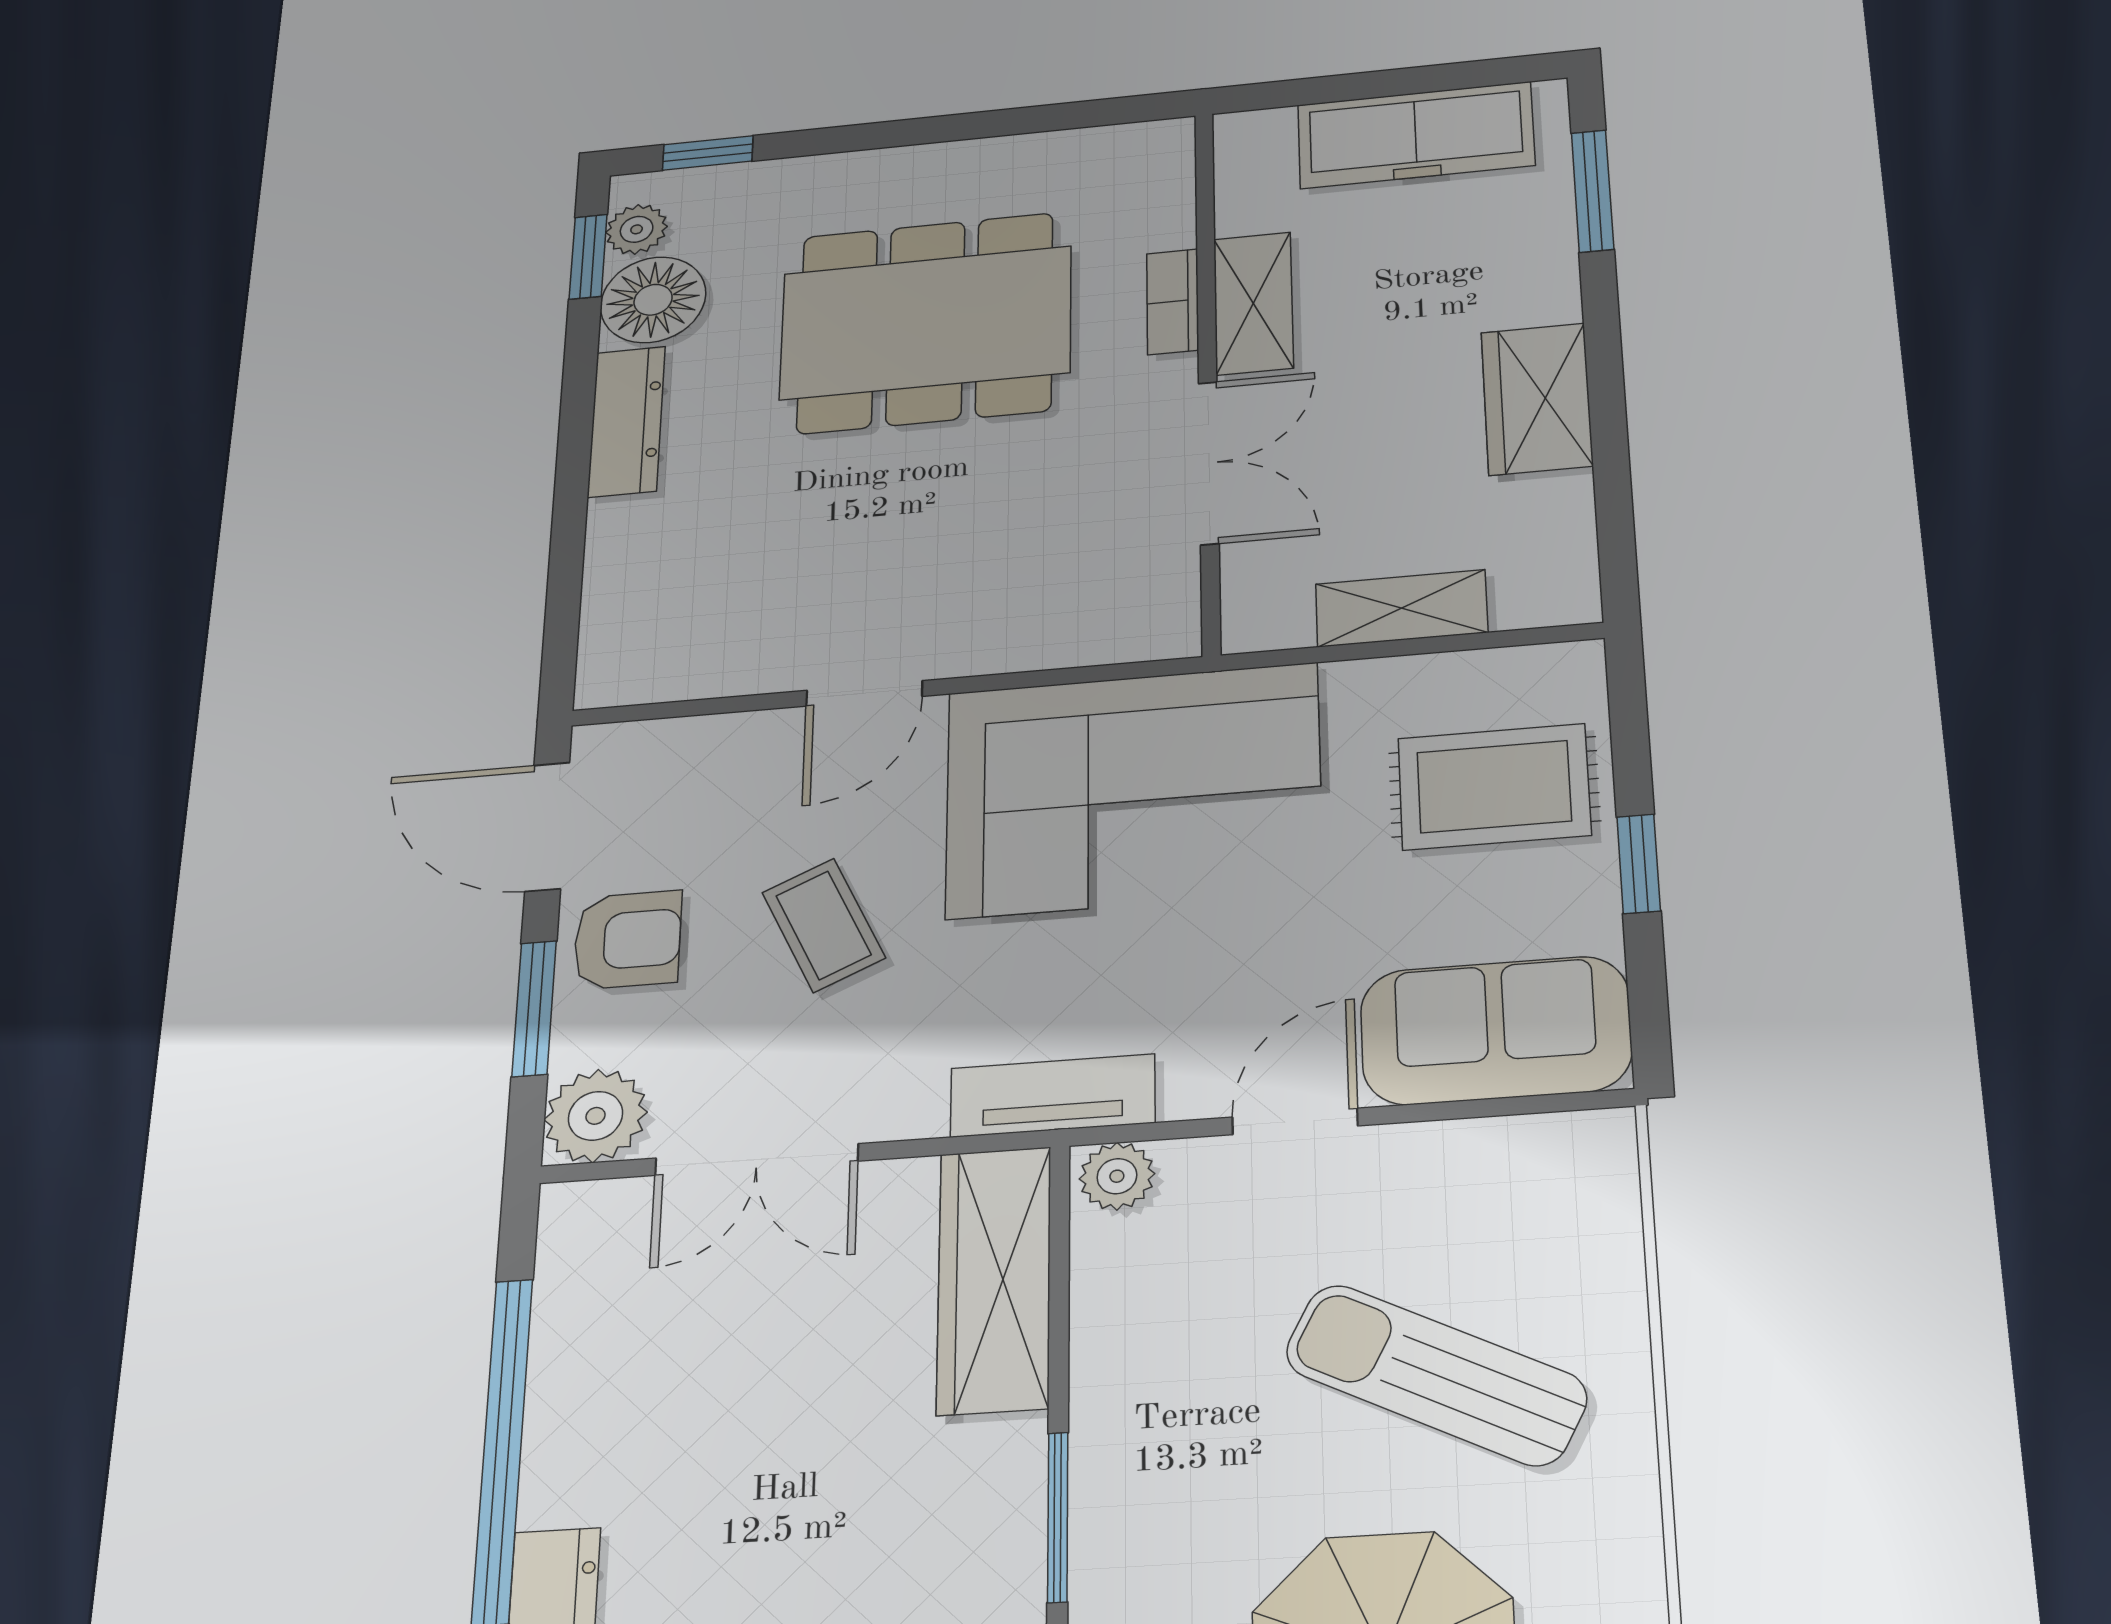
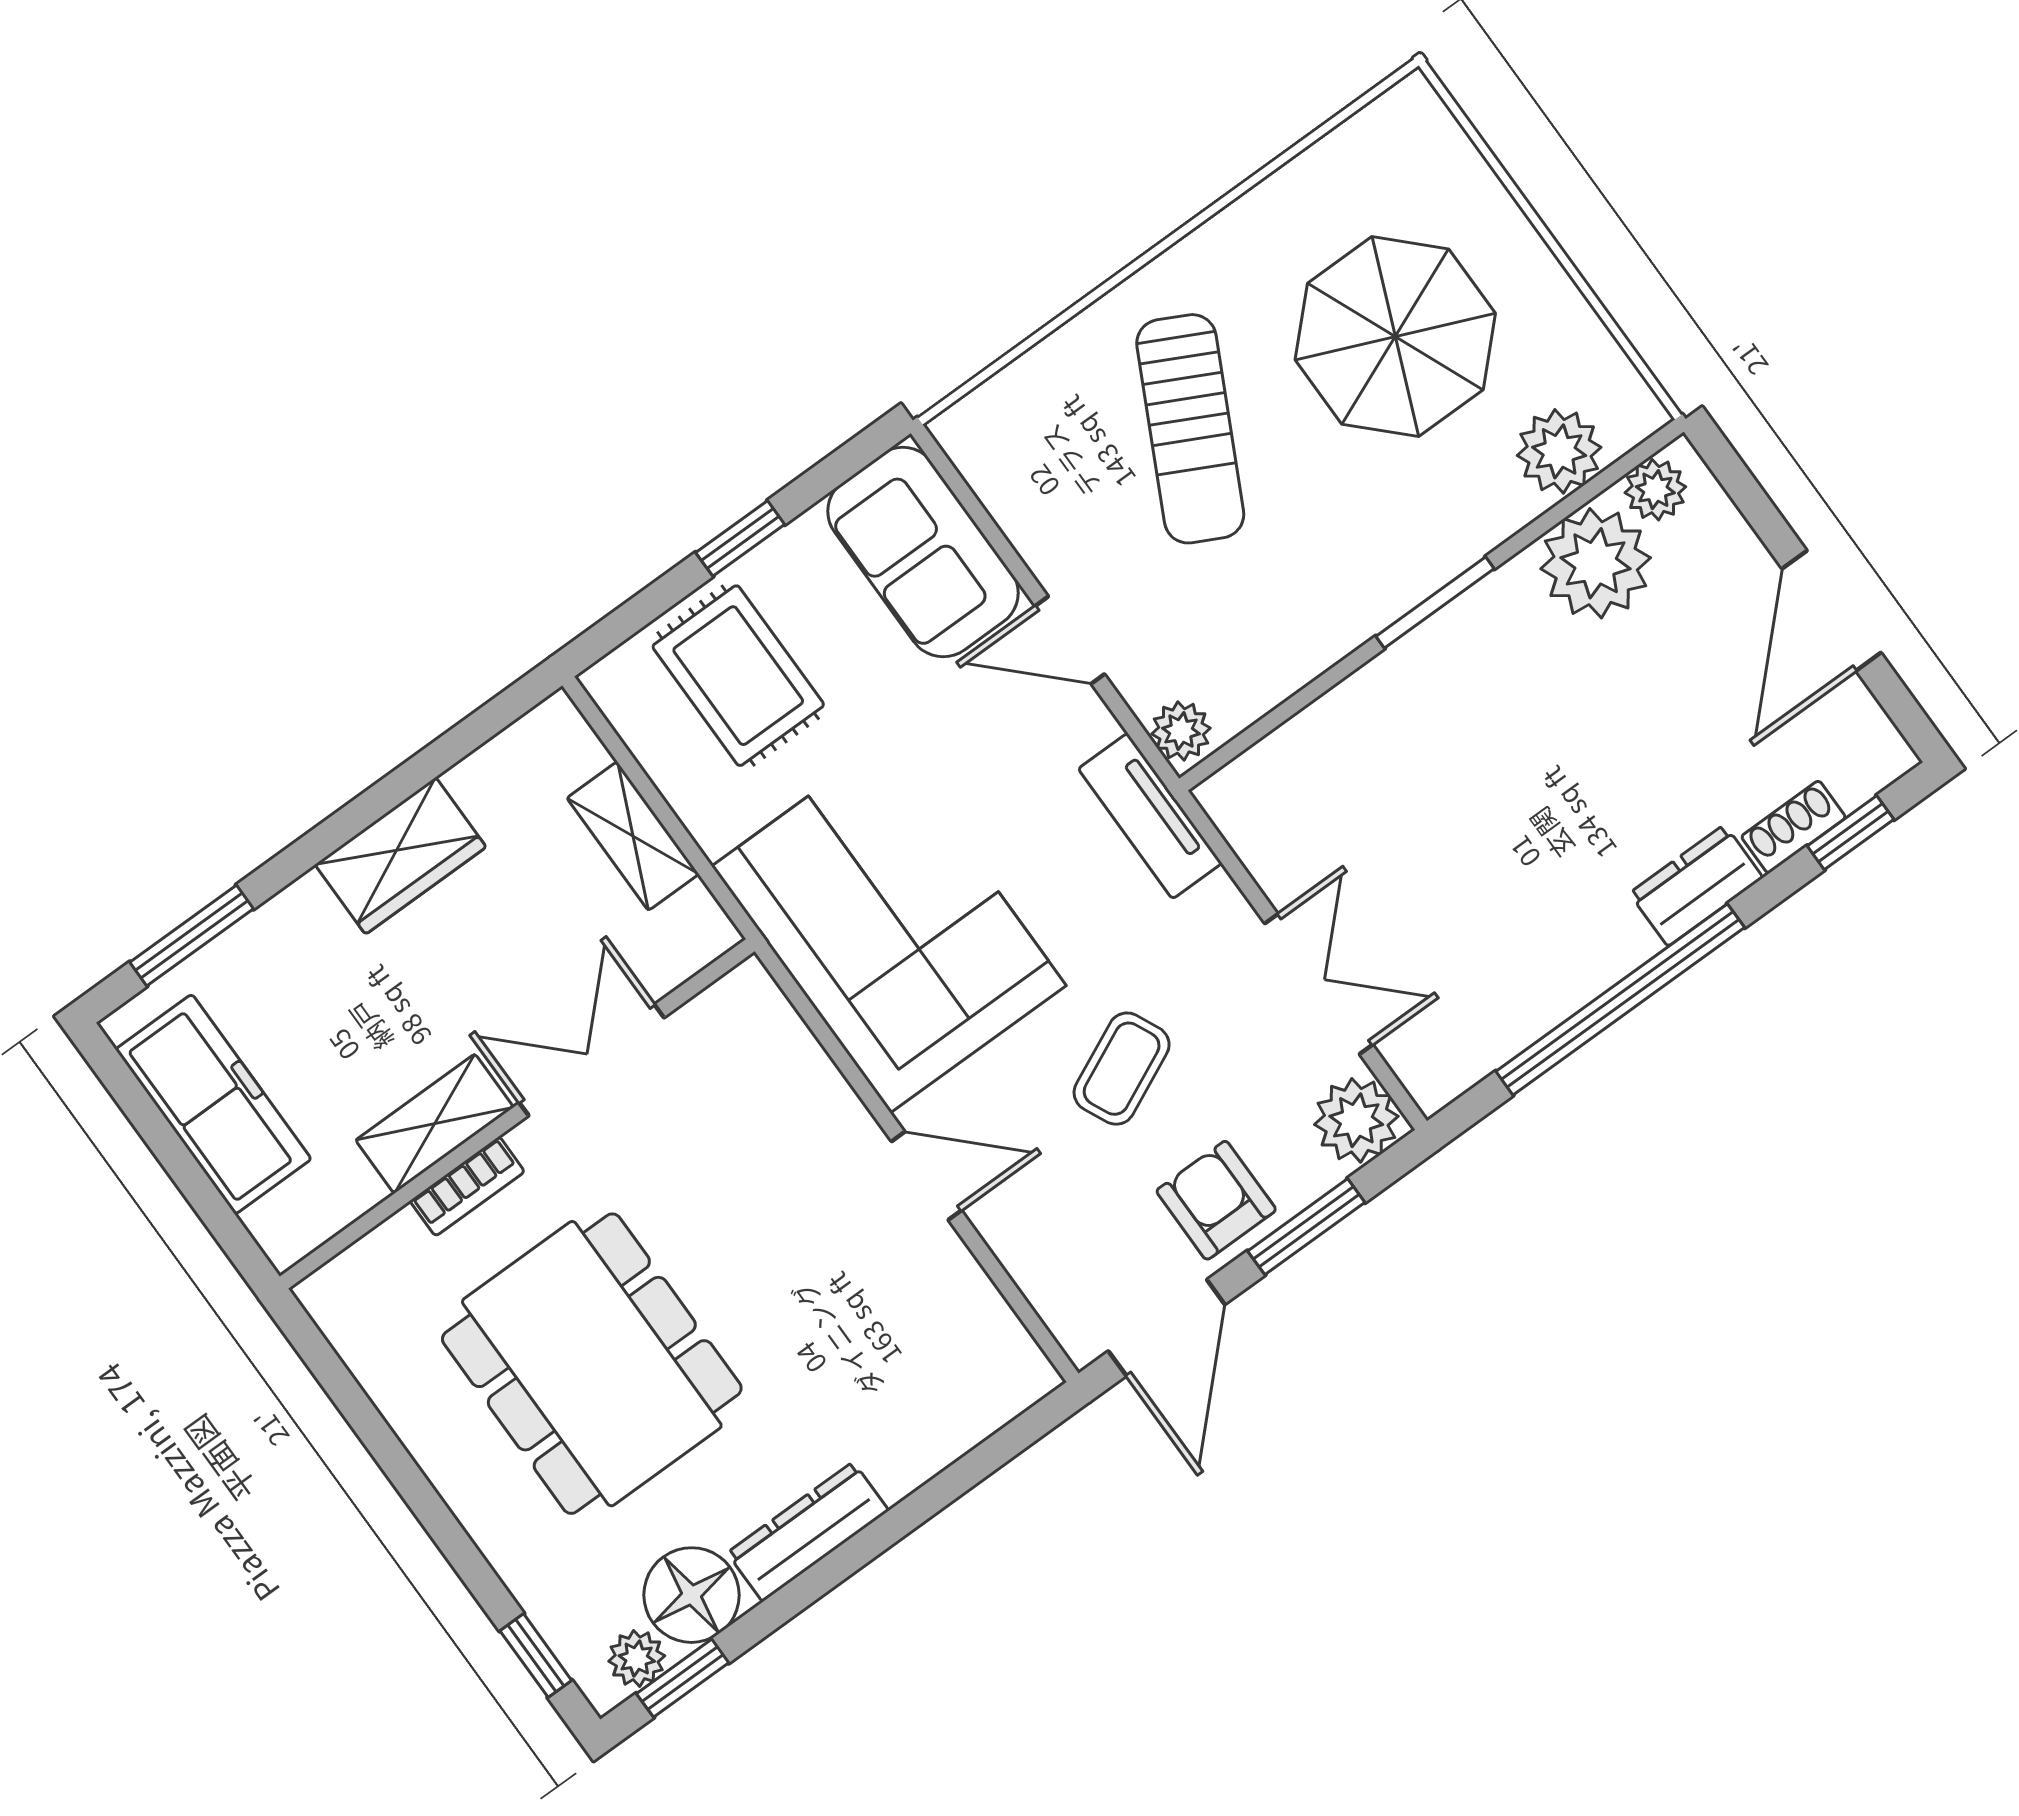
wardrobe: (994, 1280) -> (1303, 760), removed

